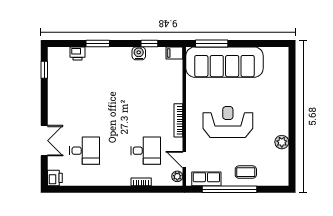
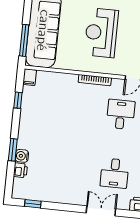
water cooler: (139, 53) -> (22, 156), moved
desk: (85, 151) -> (115, 173), turned 180

